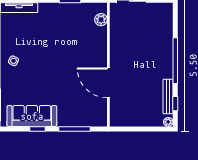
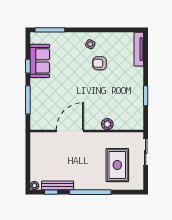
plant: (101, 20) -> (107, 124), moved
rug: (146, 31) -> (117, 165), added
armchair: (34, 51) -> (100, 63), added
sofa: (32, 116) -> (40, 61), width x0.73

